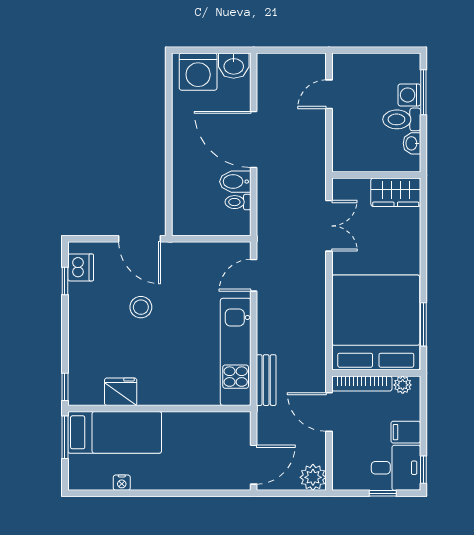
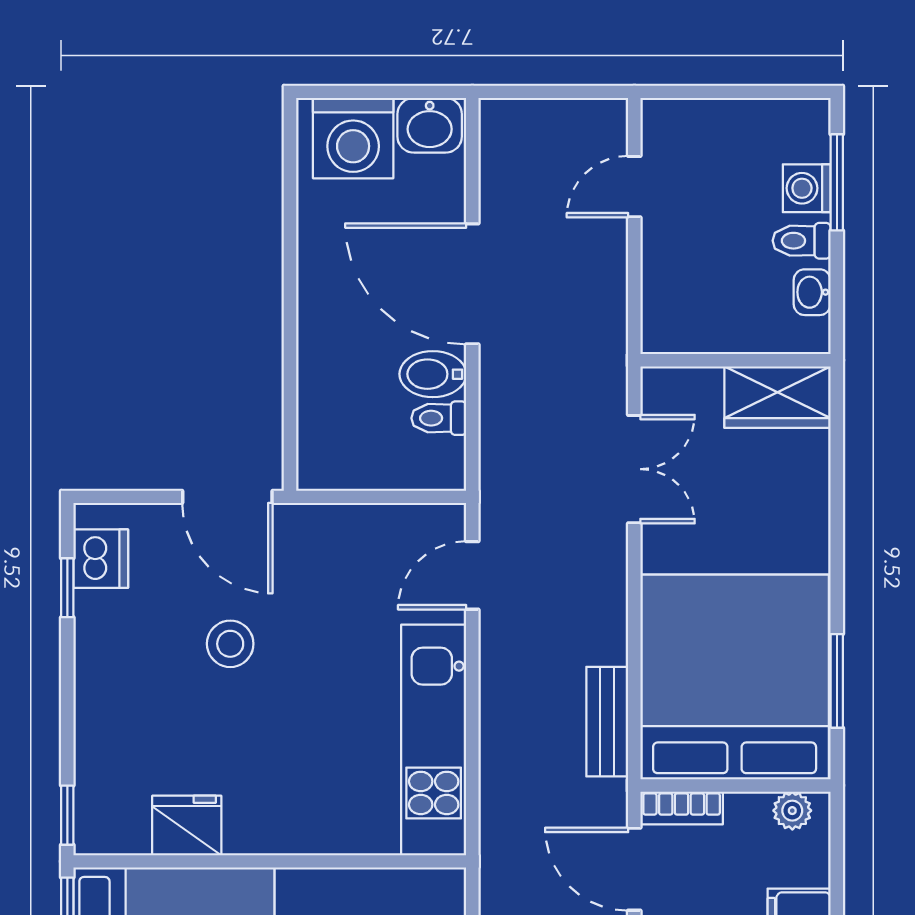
toilet: (402, 119) -> (802, 241), width x0.73, depth x0.72
bench: (266, 380) -> (607, 722), moved
bookcase: (362, 384) -> (682, 808), width x0.64

